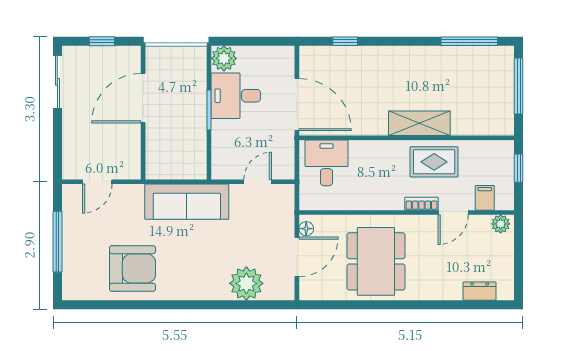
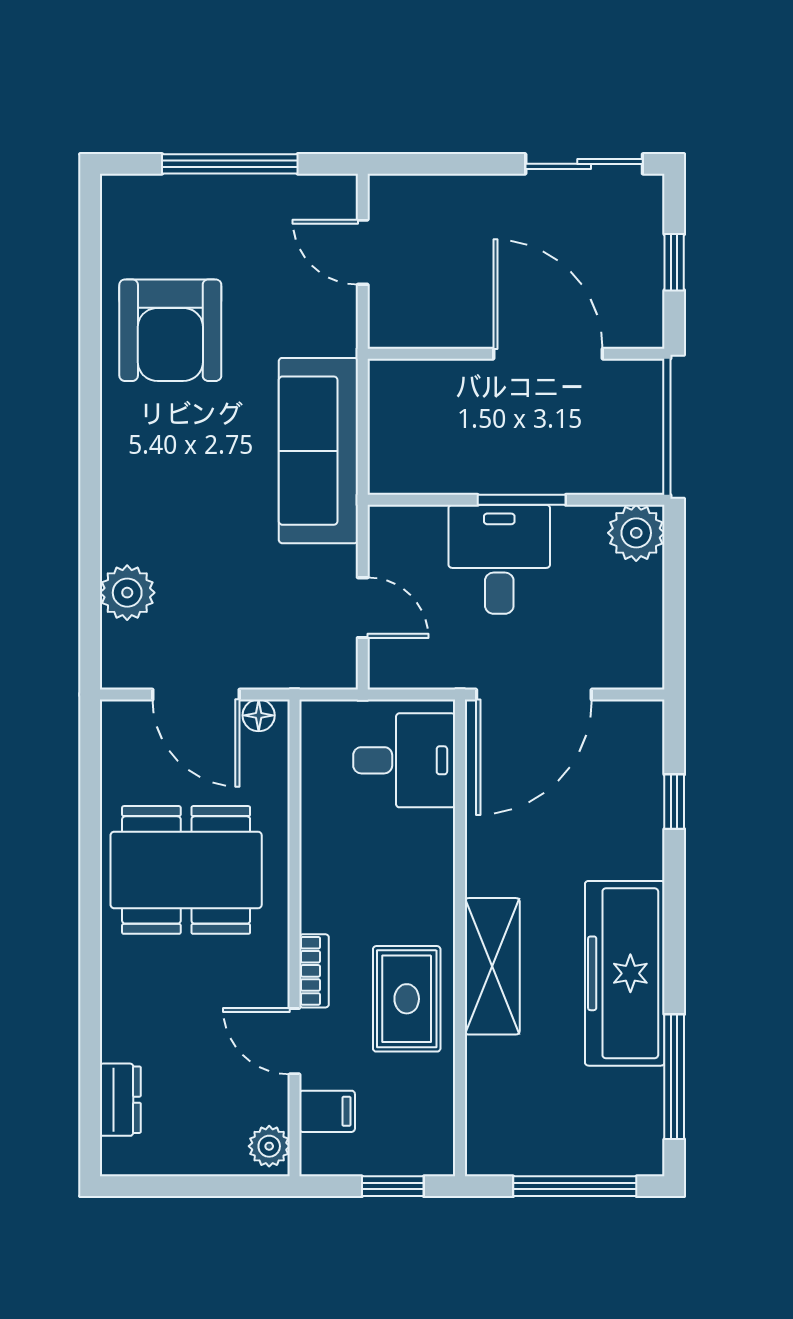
freezer: (423, 63) -> (625, 973), added
desk: (236, 96) -> (499, 559), moved
plant: (246, 283) -> (127, 593), width x0.73, depth x0.73

